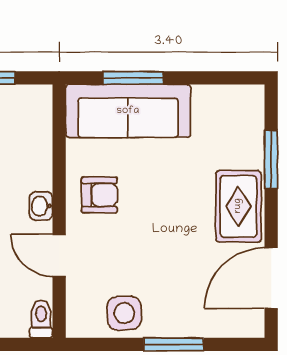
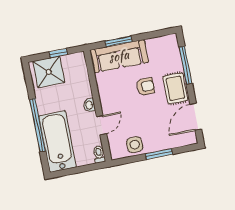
window: (271, 159) -> (186, 65), width x1.44
armchair: (99, 195) -> (145, 86), moved
door: (59, 255) -> (101, 125), swing flipped

